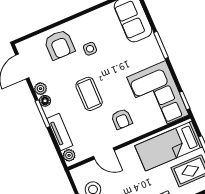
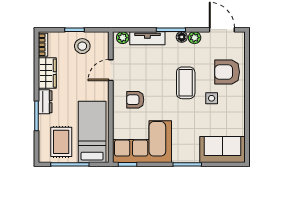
coffee table: (89, 94) -> (186, 83), moved, turned 90

